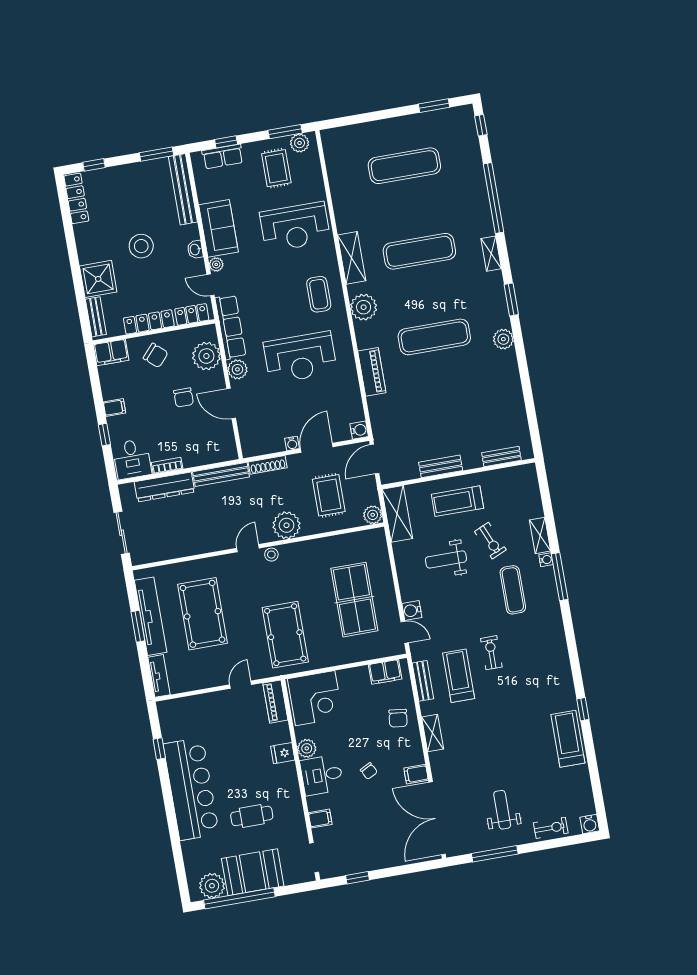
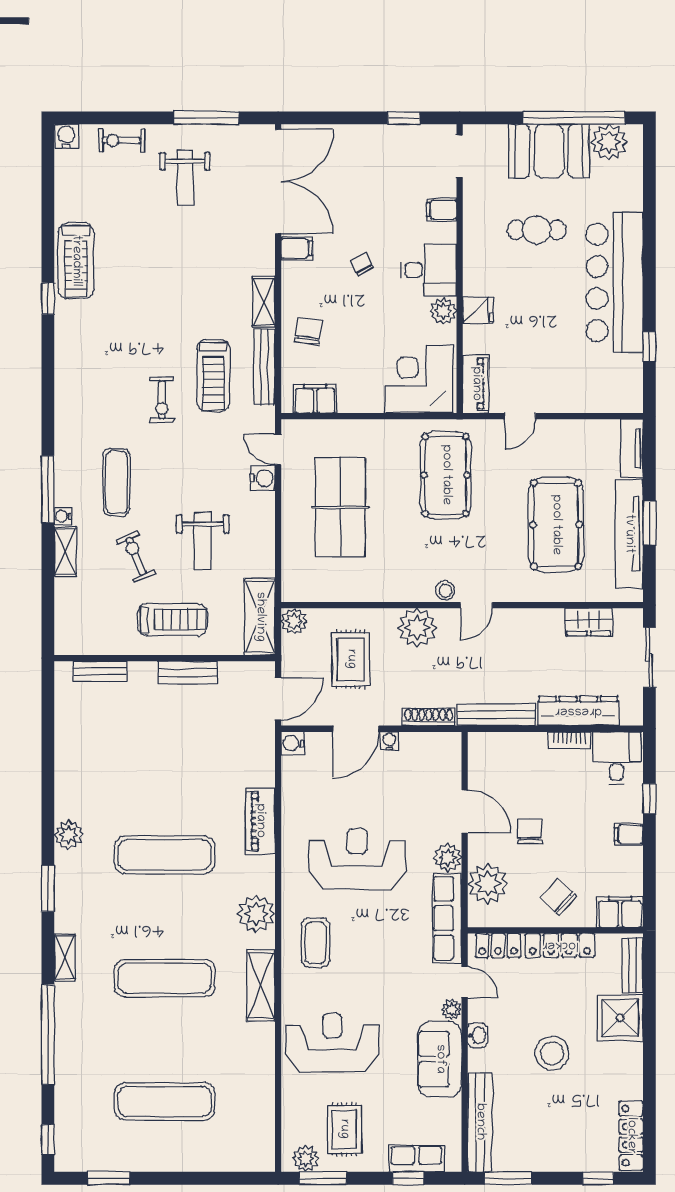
wardrobe: (168, 550) -> (589, 622), added
weight bench: (446, 559) -> (203, 541), turned 90
bench: (423, 681) -> (264, 367), width x1.36

